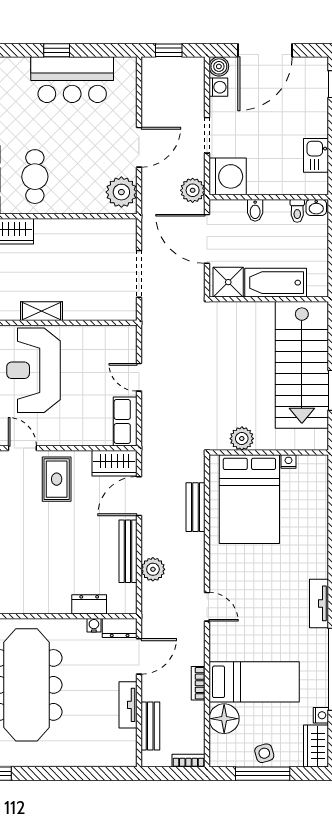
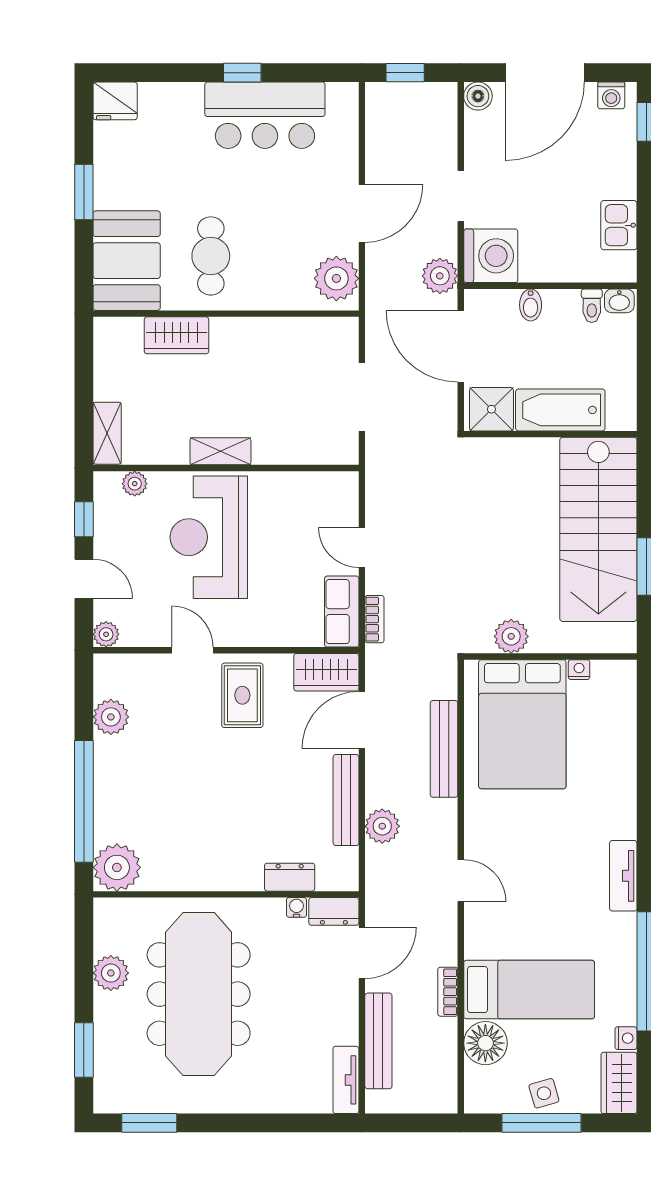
washing machine: (218, 87) -> (611, 95), moved, turned 90
bench: (196, 507) -> (444, 749), width x1.36
tv unit: (128, 705) -> (346, 1080), moved
bench: (150, 726) -> (378, 1041), width x1.36
bookcase: (189, 761) -> (374, 619), moved, turned 90

